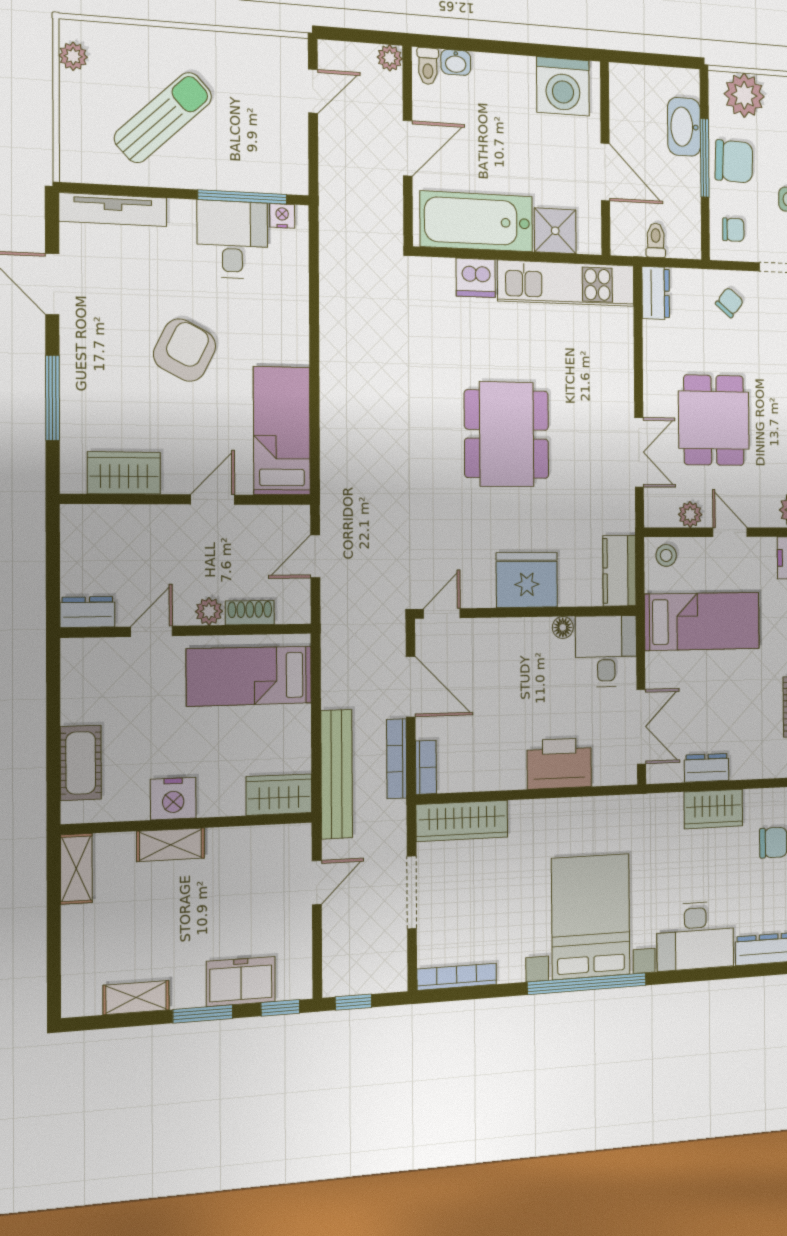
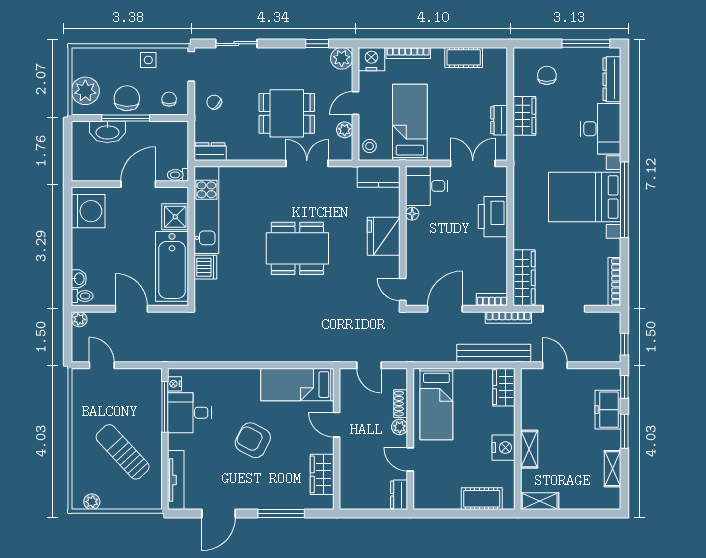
toilet: (656, 240) -> (178, 175), moved
bookcase: (397, 759) -> (508, 317), moved

